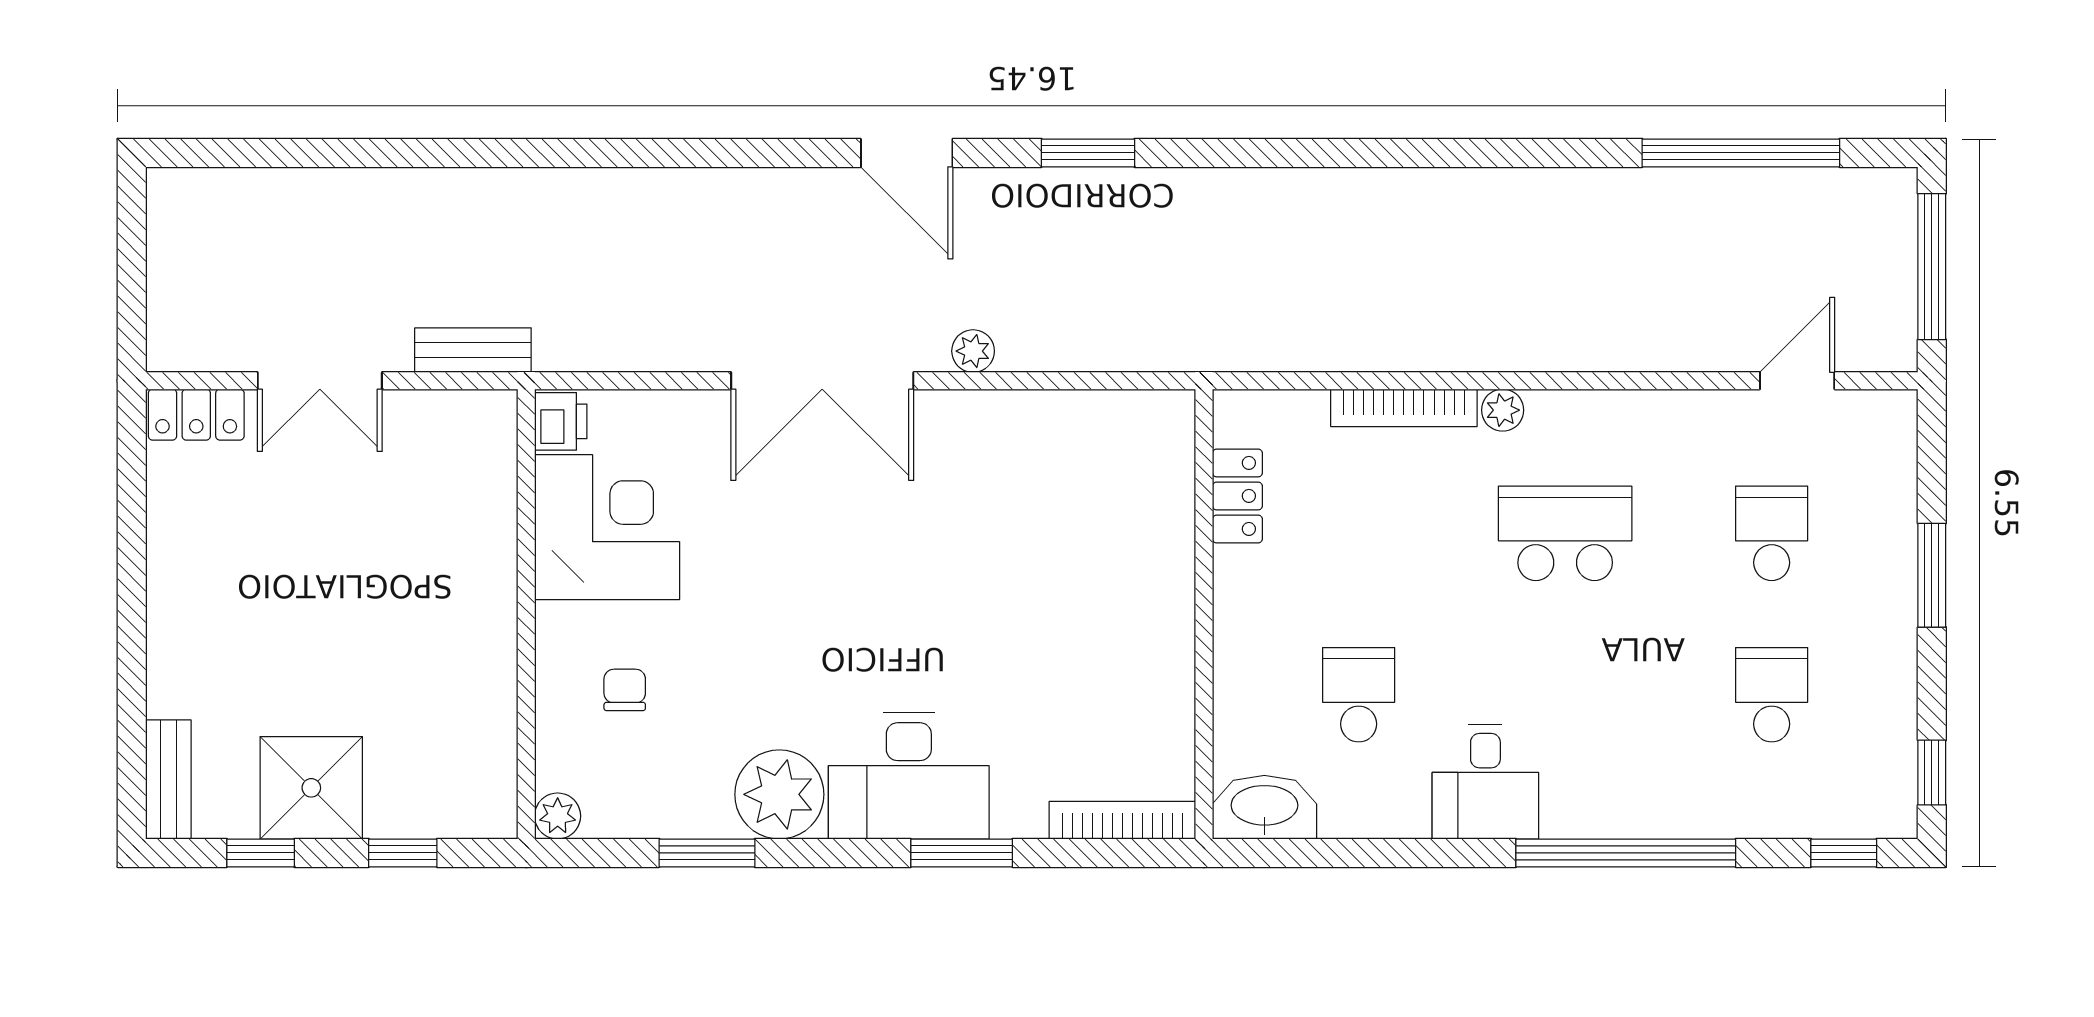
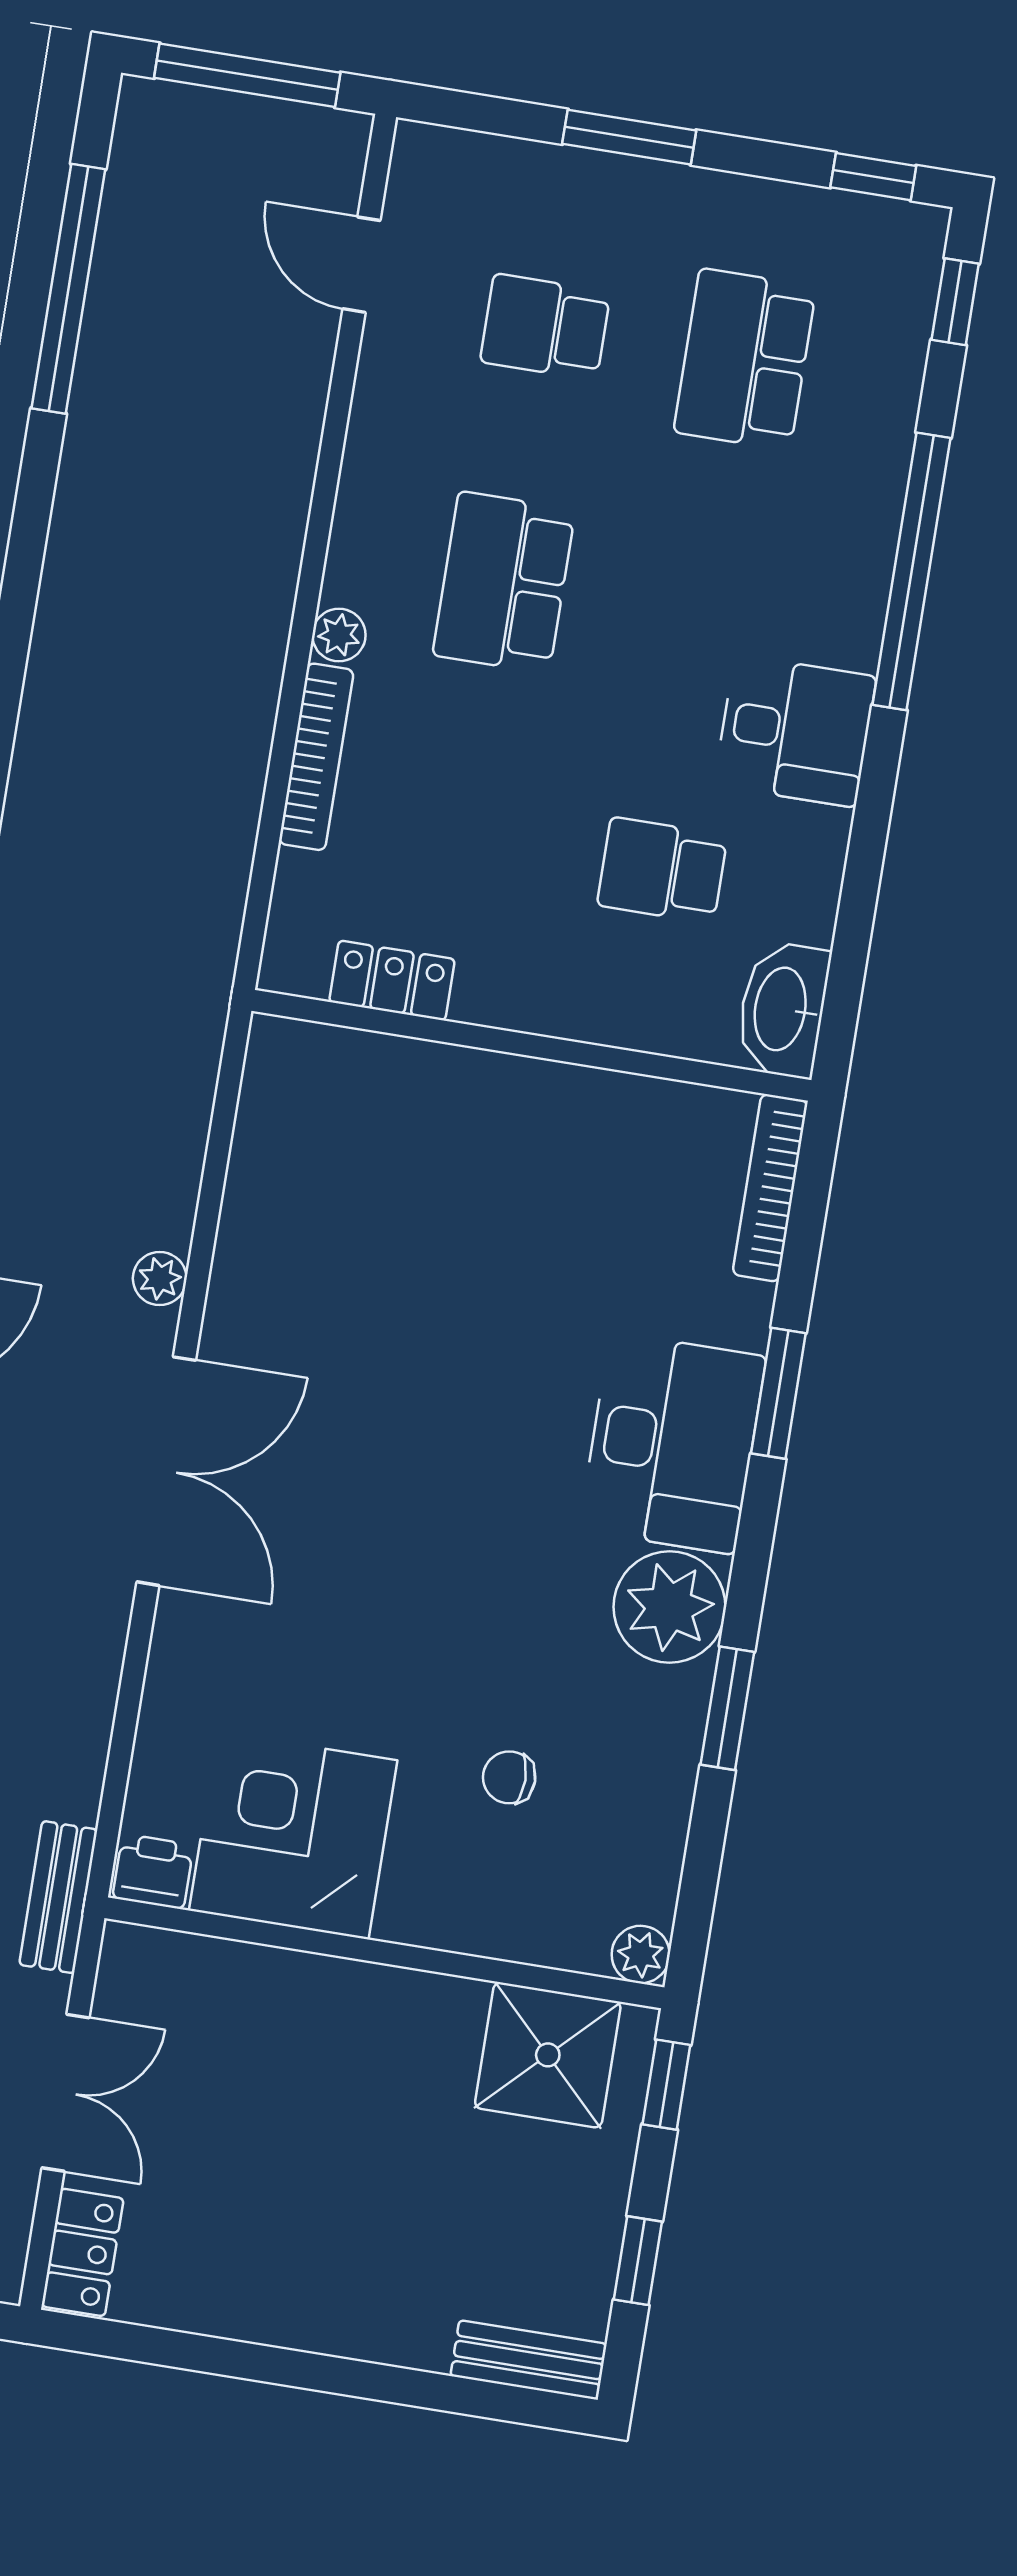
printer: (561, 421) -> (153, 1871), moved
corner desk: (607, 527) -> (293, 1835), moved
wall: (526, 614) -> (384, 1953), moved
school desk: (1772, 695) -> (745, 359), width x1.85
shower: (311, 788) -> (548, 2055), moved
plant: (558, 816) -> (641, 1954), moved

